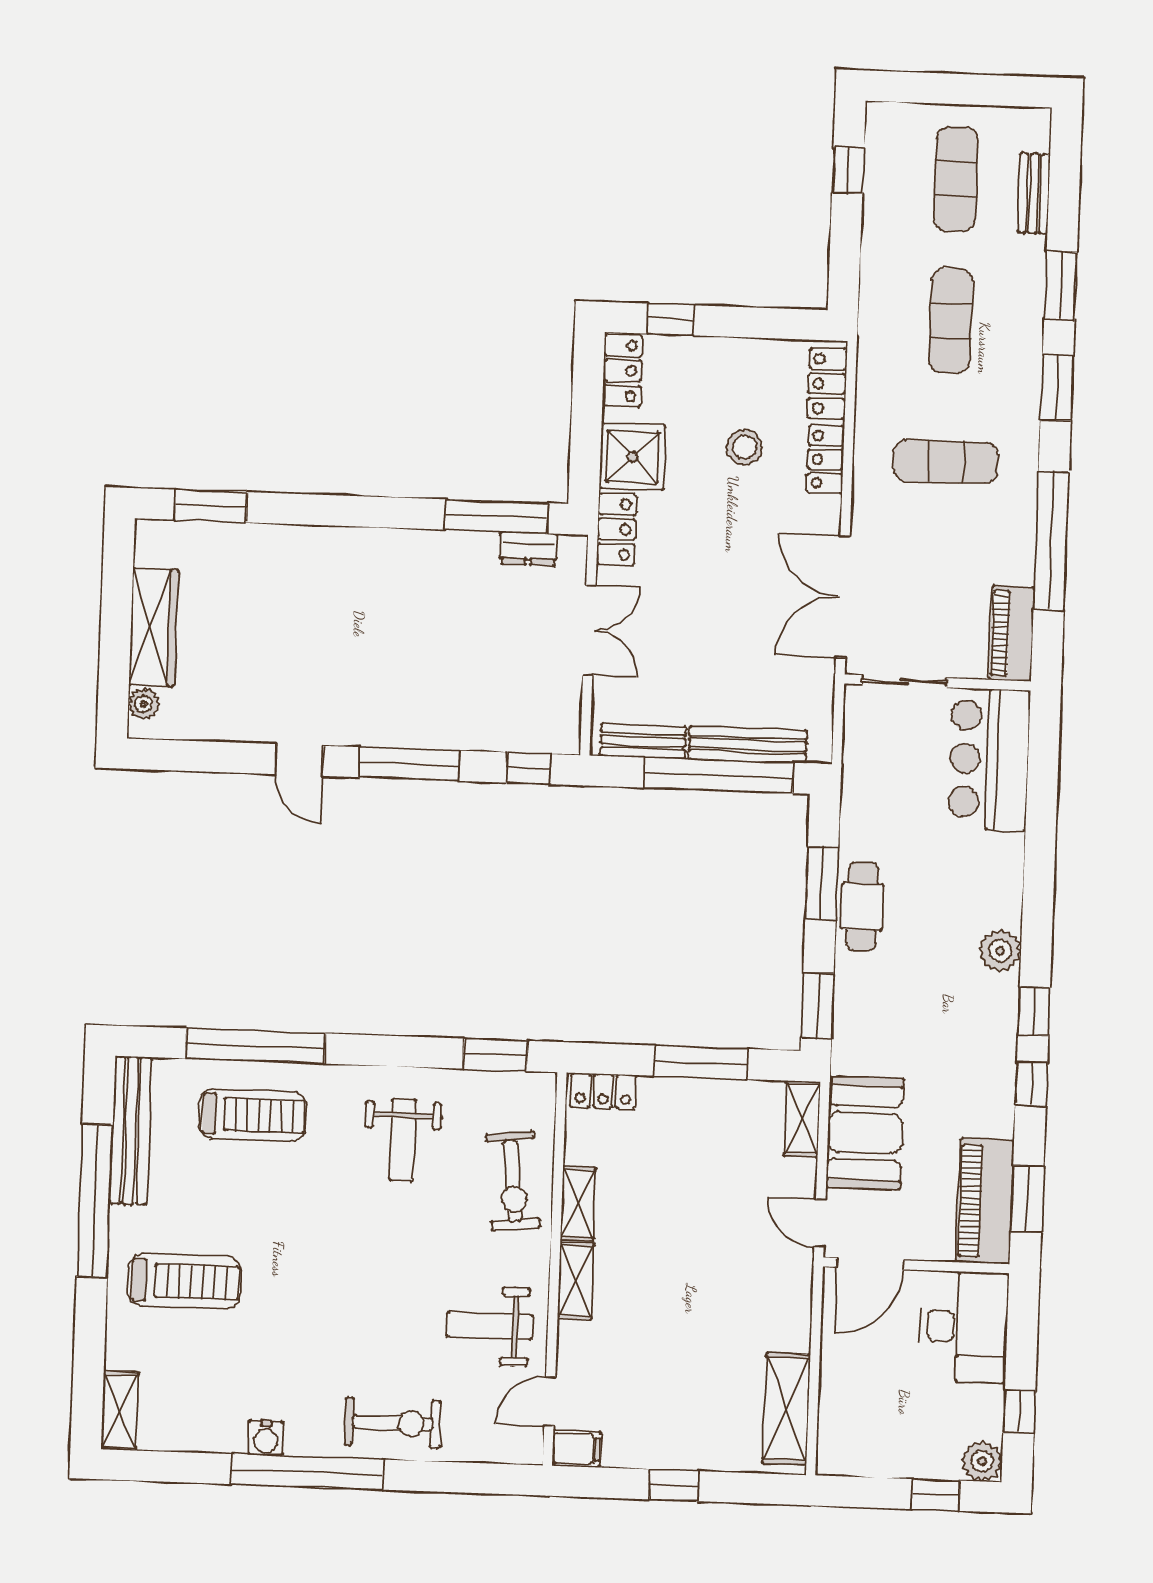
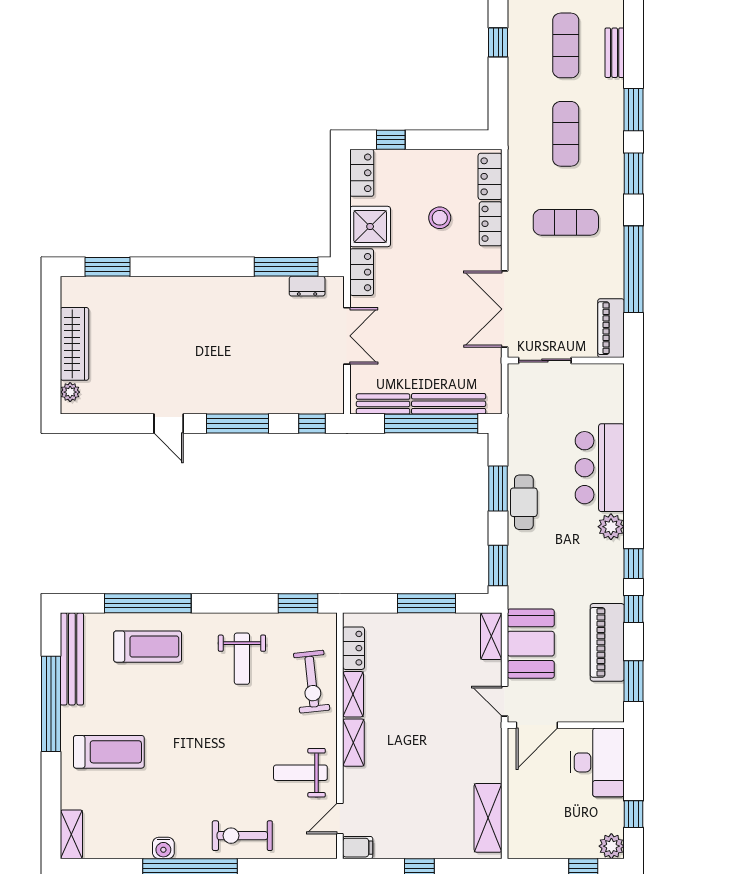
bar counter: (989, 759) -> (600, 468), moved
locker: (603, 1091) -> (354, 648), moved, turned -90
piano: (985, 1201) -> (607, 642), moved
exercise bike: (393, 1423) -> (242, 836), turned 180

